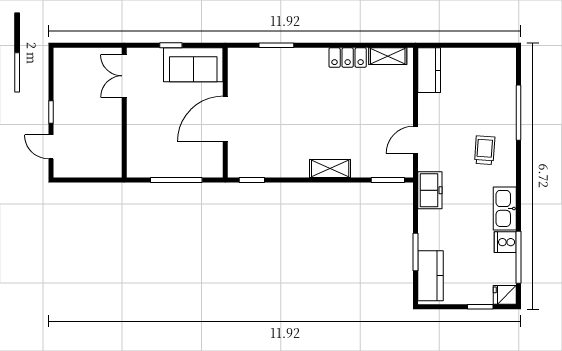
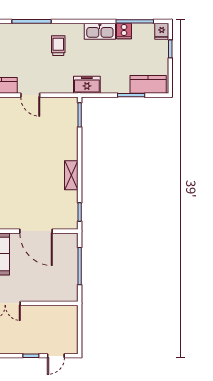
door: (416, 140) -> (30, 95), moved
trolley: (485, 150) -> (58, 46), turned 86
shelving: (330, 168) -> (71, 175), moved

